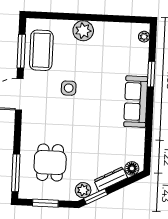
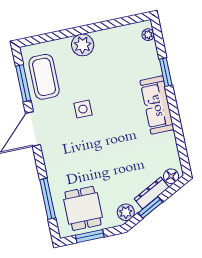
dining table: (50, 163) -> (83, 208), moved
window: (16, 173) -> (48, 199), moved
window: (96, 196) -> (150, 207), moved

